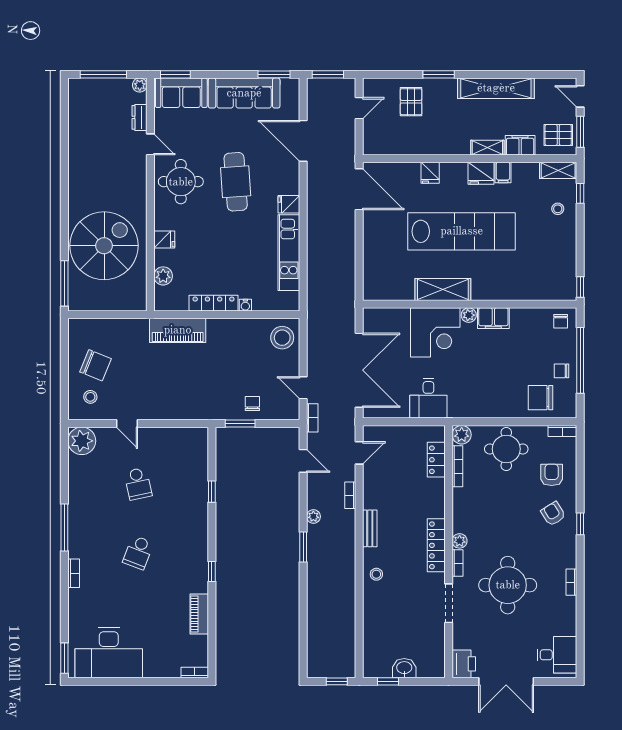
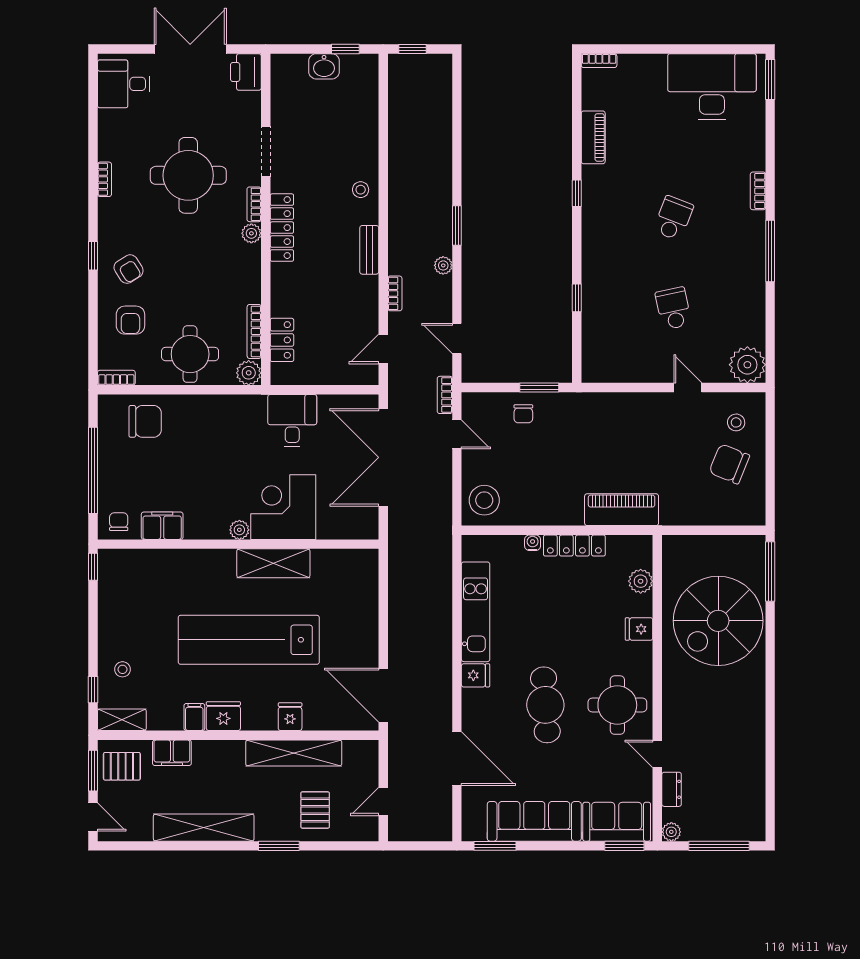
window: (328, 74) -> (424, 846), removed
shelving: (487, 148) -> (294, 753), moved, width x2.20, depth x1.33
filing cabinet: (493, 318) -> (162, 526), moved
chair: (562, 371) -> (117, 457), removed

